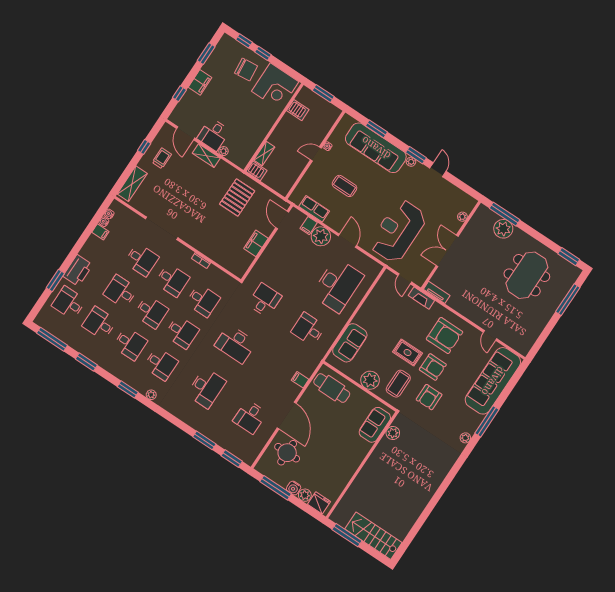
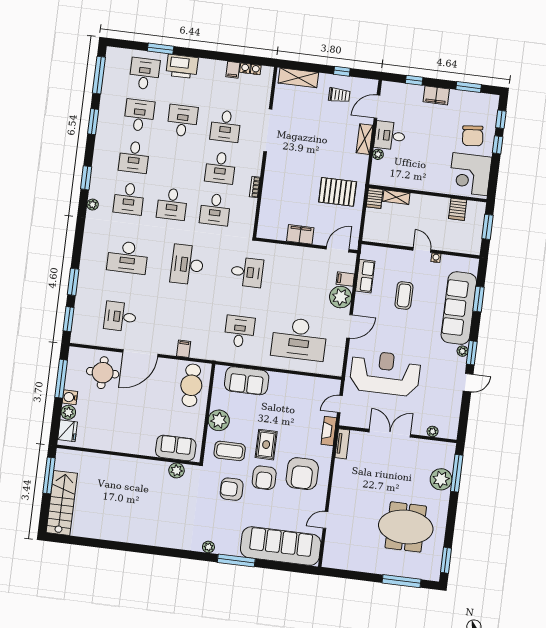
desk: (151, 312) -> (177, 162), removed

